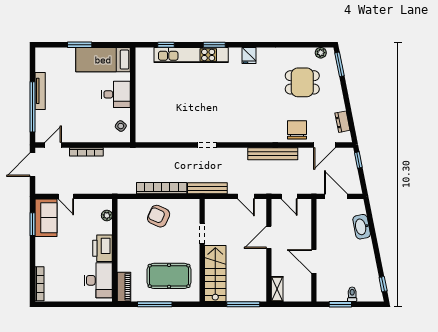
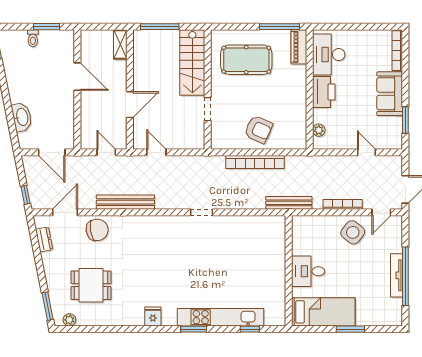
window: (33, 107) -> (405, 276), moved
side table: (121, 126) -> (353, 232), moved, width x1.87, depth x1.87
chair: (297, 130) -> (97, 230), turned -99
bench: (207, 188) -> (289, 203), moved
sofa: (46, 218) -> (390, 94), moved
window: (155, 304) -> (280, 27), moved

